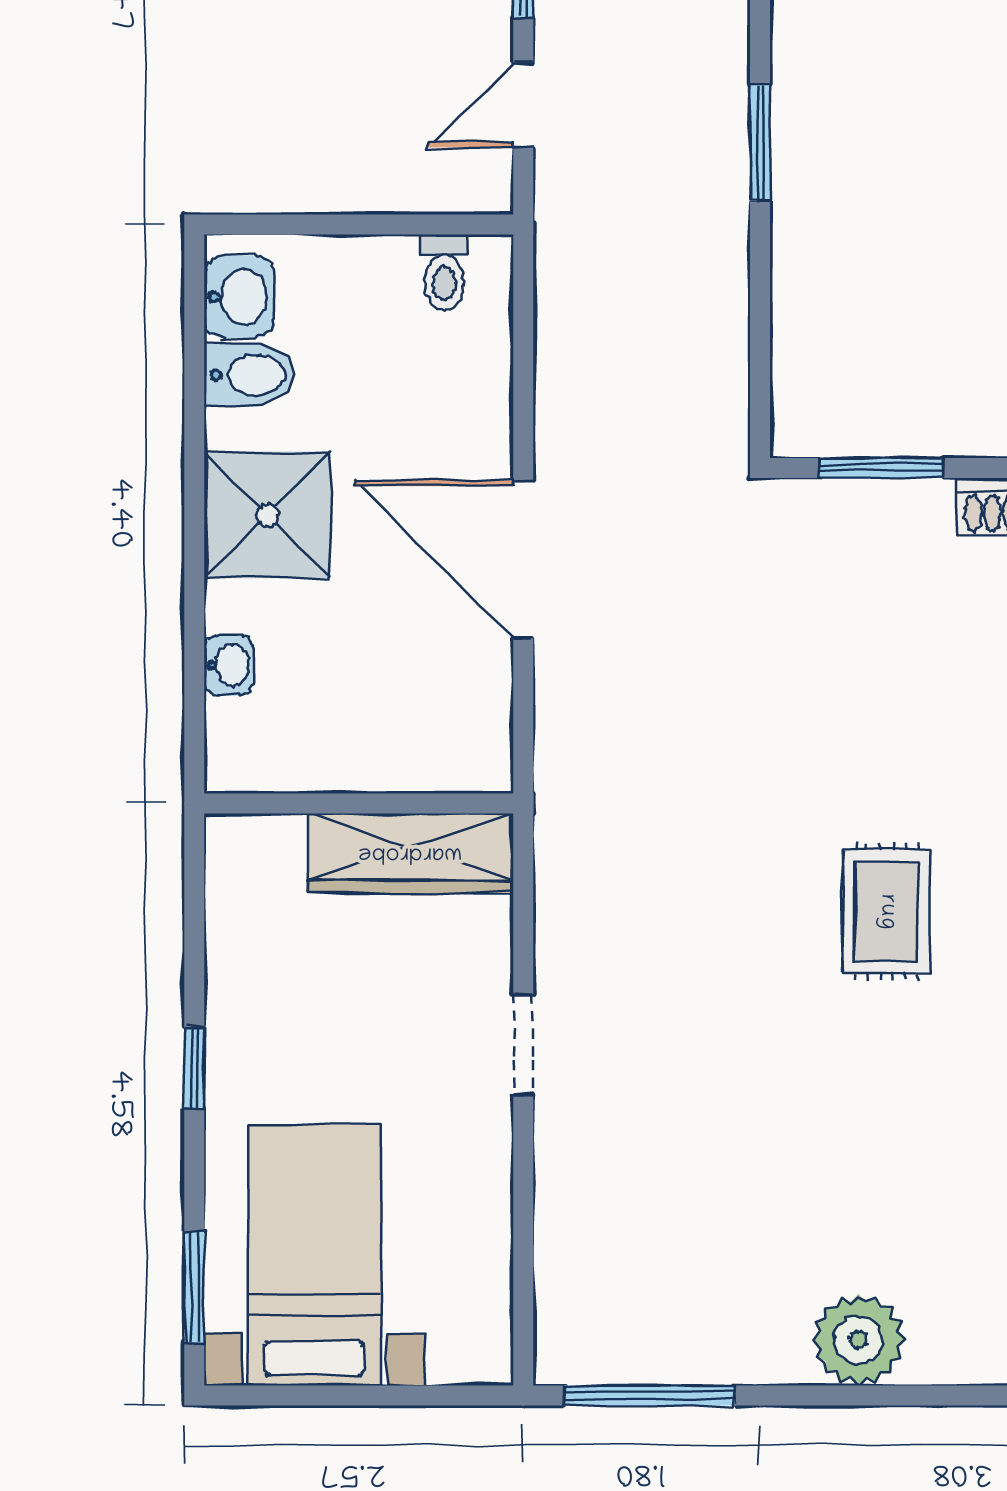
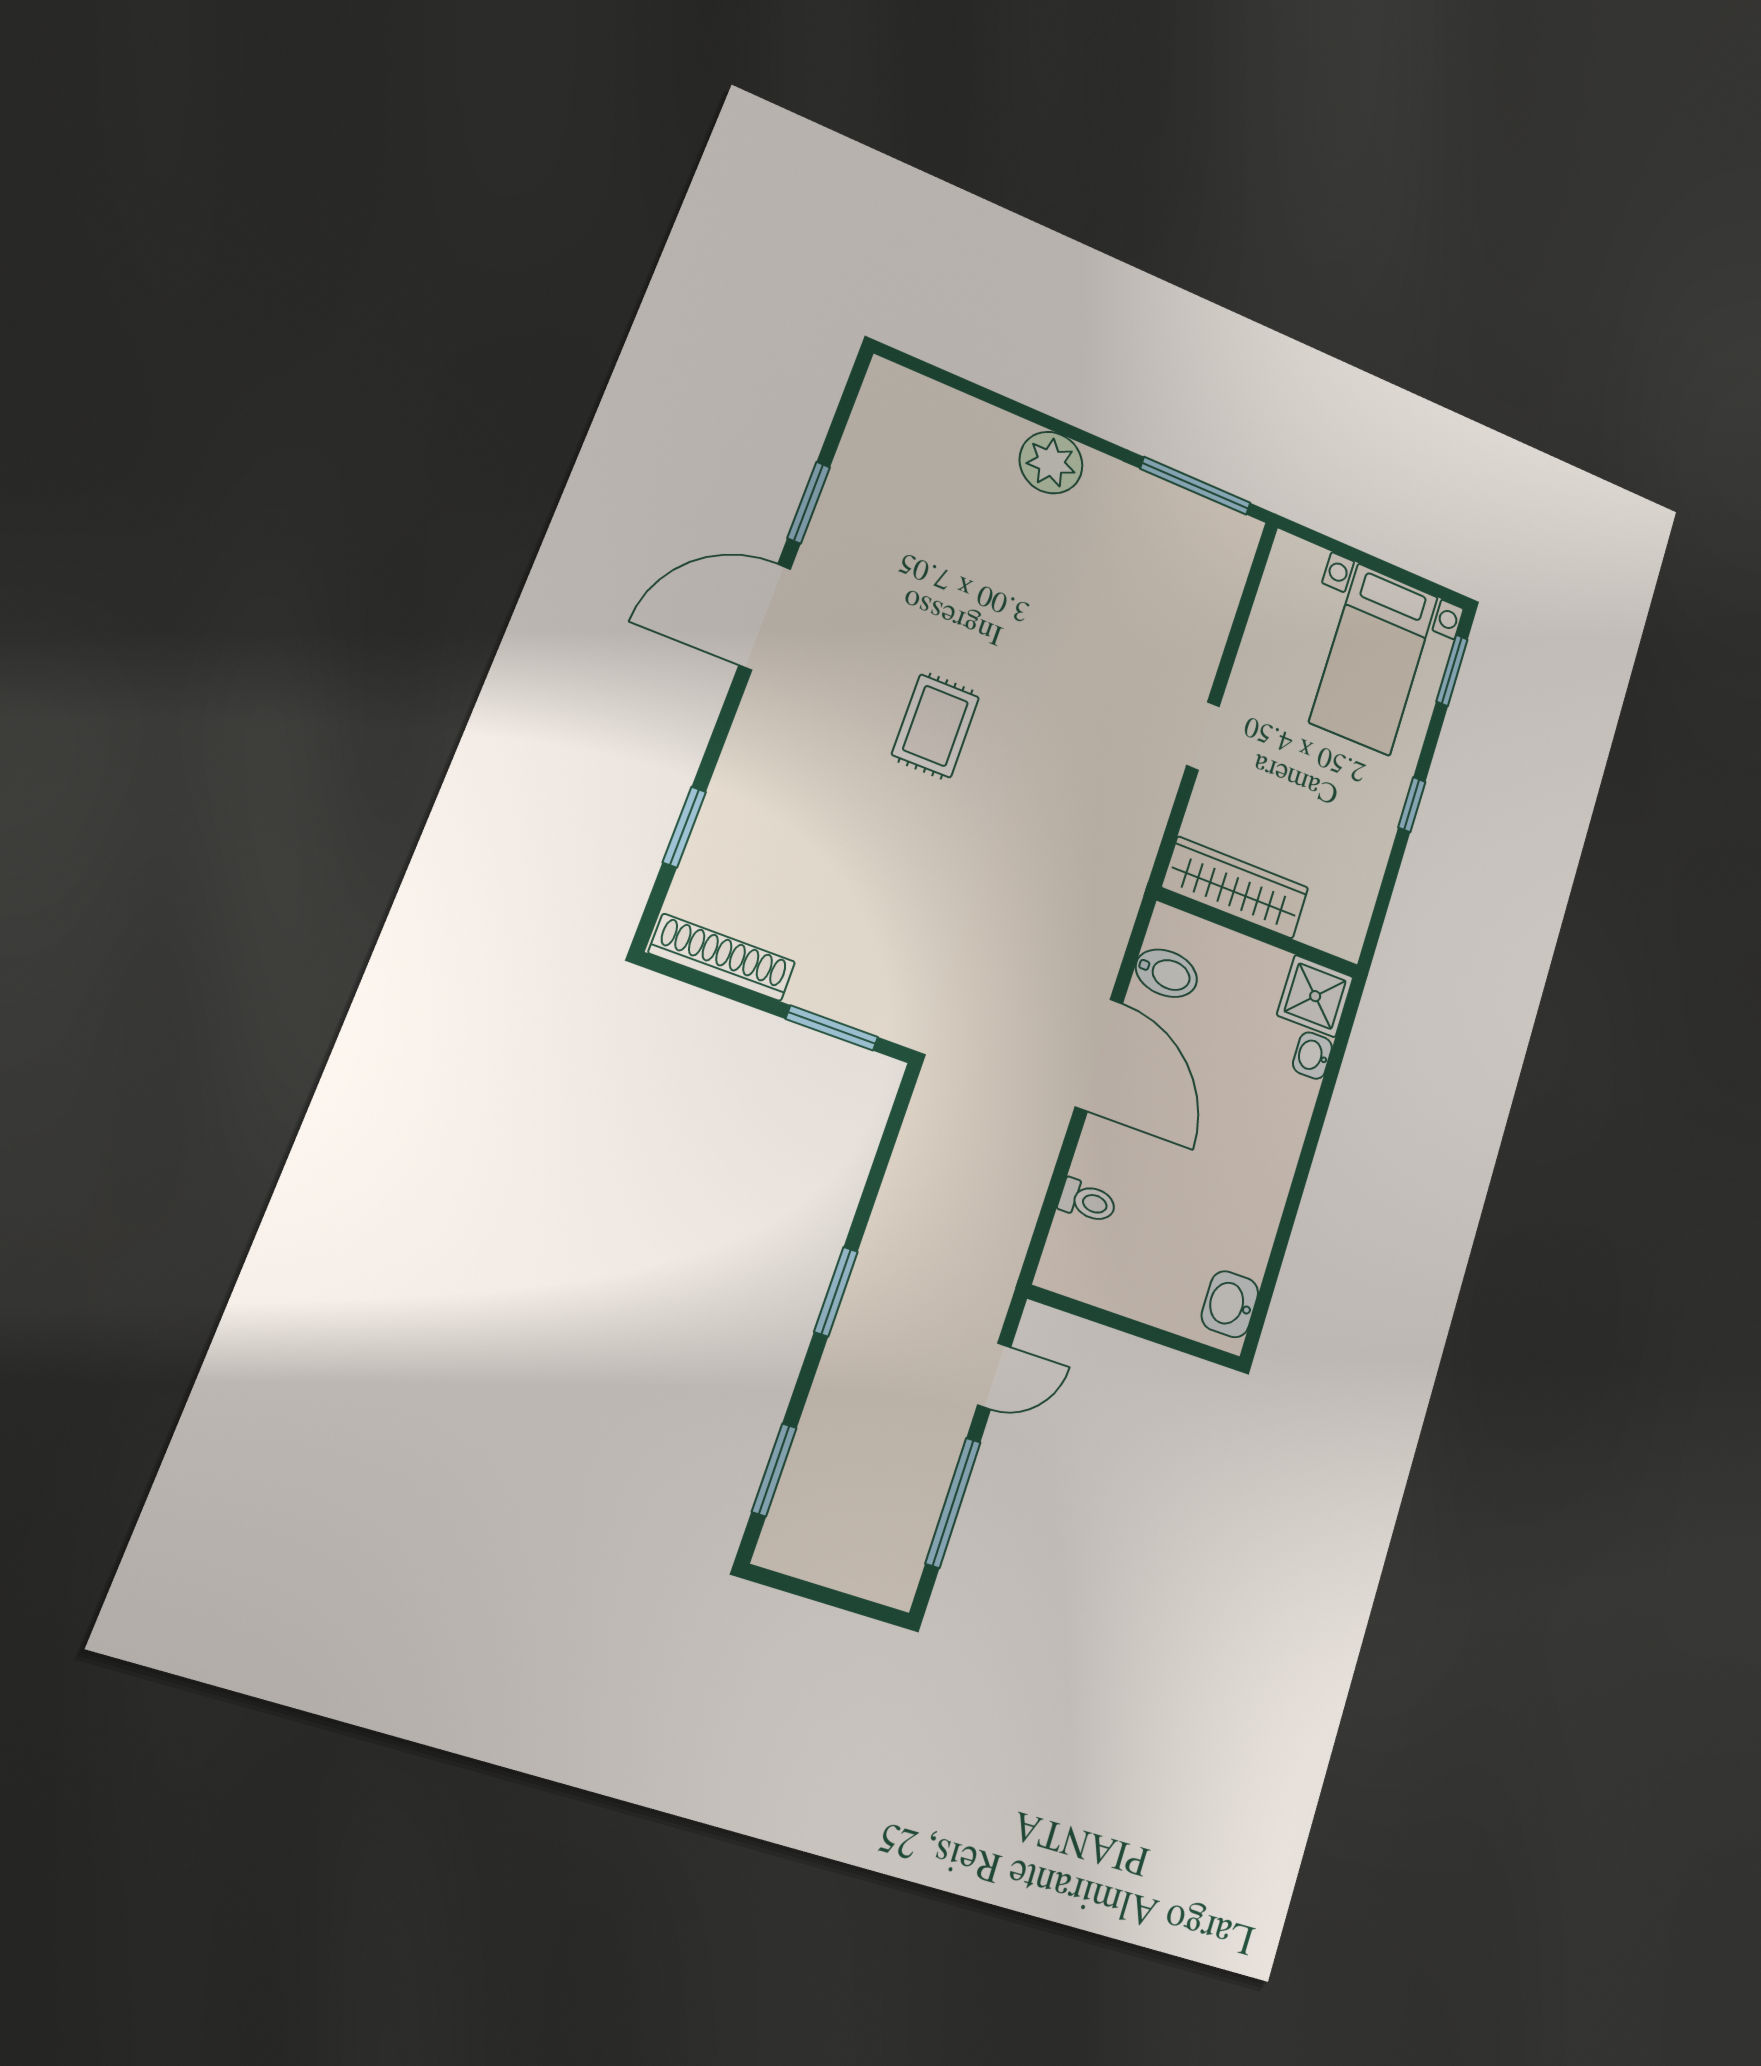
toilet: (444, 273) -> (1088, 1201), moved, turned 90
bidet: (250, 375) -> (1166, 973), moved, turned 180
shower: (267, 515) -> (1315, 996), moved, width x0.73, depth x0.73

